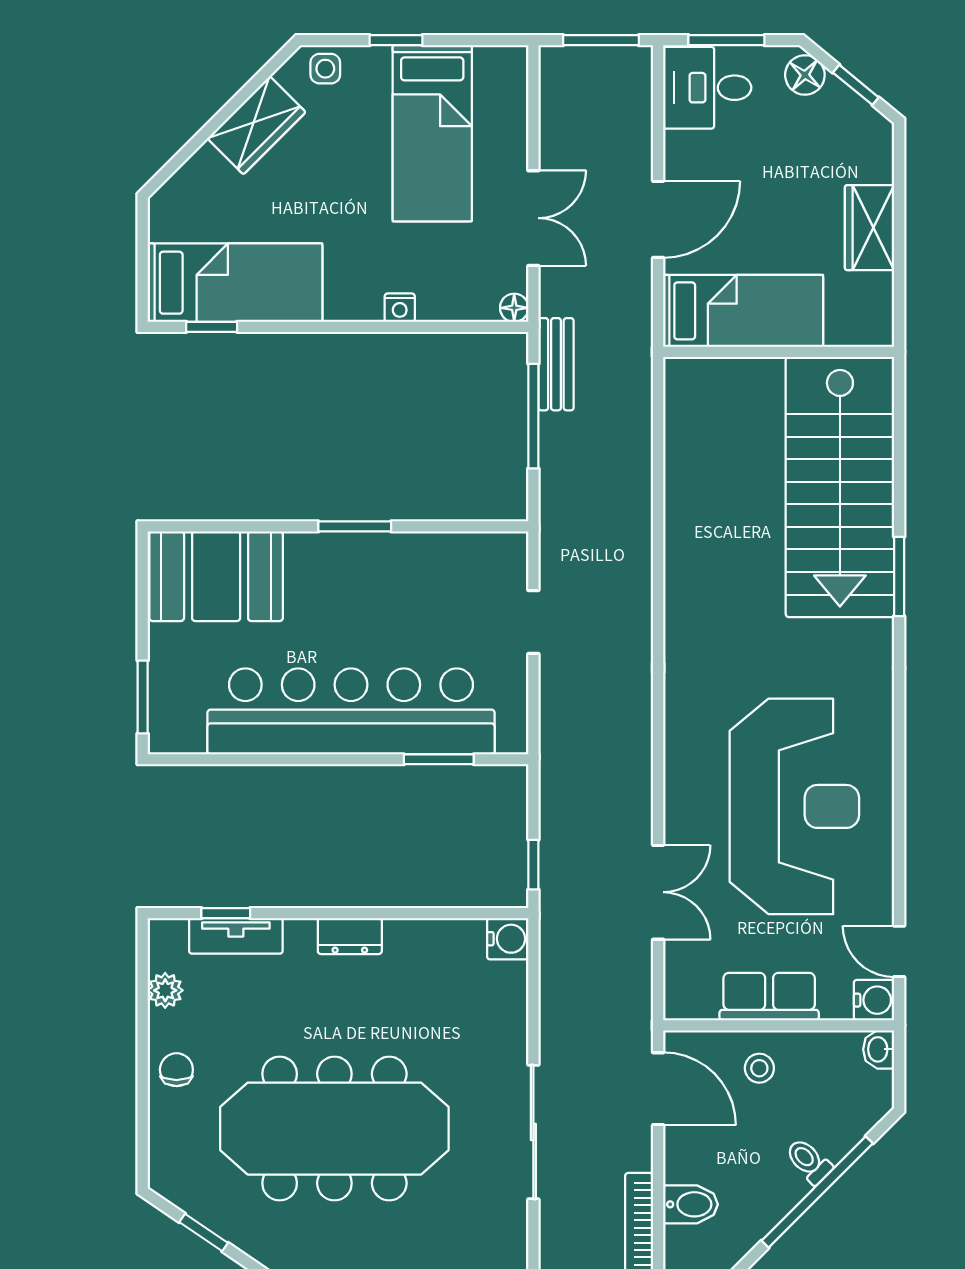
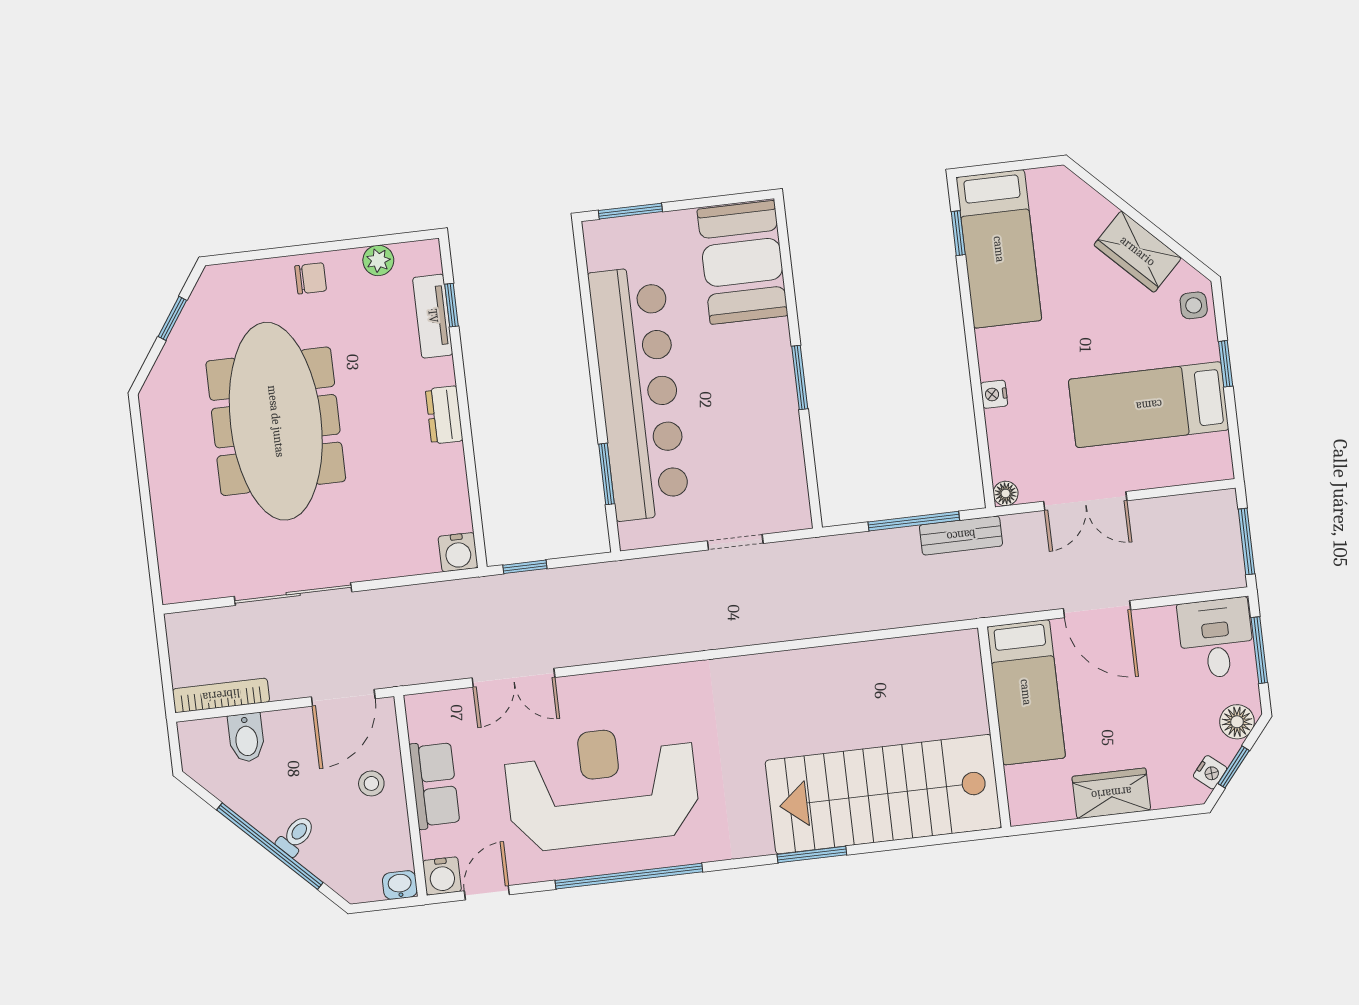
nightstand: (859, 112) -> (1210, 772), added
window: (899, 788) -> (629, 876), added
reception desk: (794, 806) -> (602, 787), turned 180

